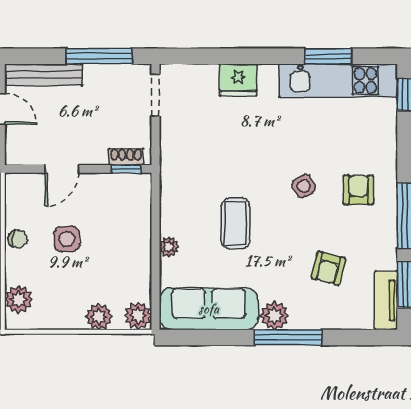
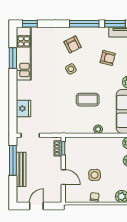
bench: (44, 75) -> (21, 169), moved
fridge: (238, 80) -> (23, 108), moved
armchair: (358, 190) -> (73, 45), turned -117

